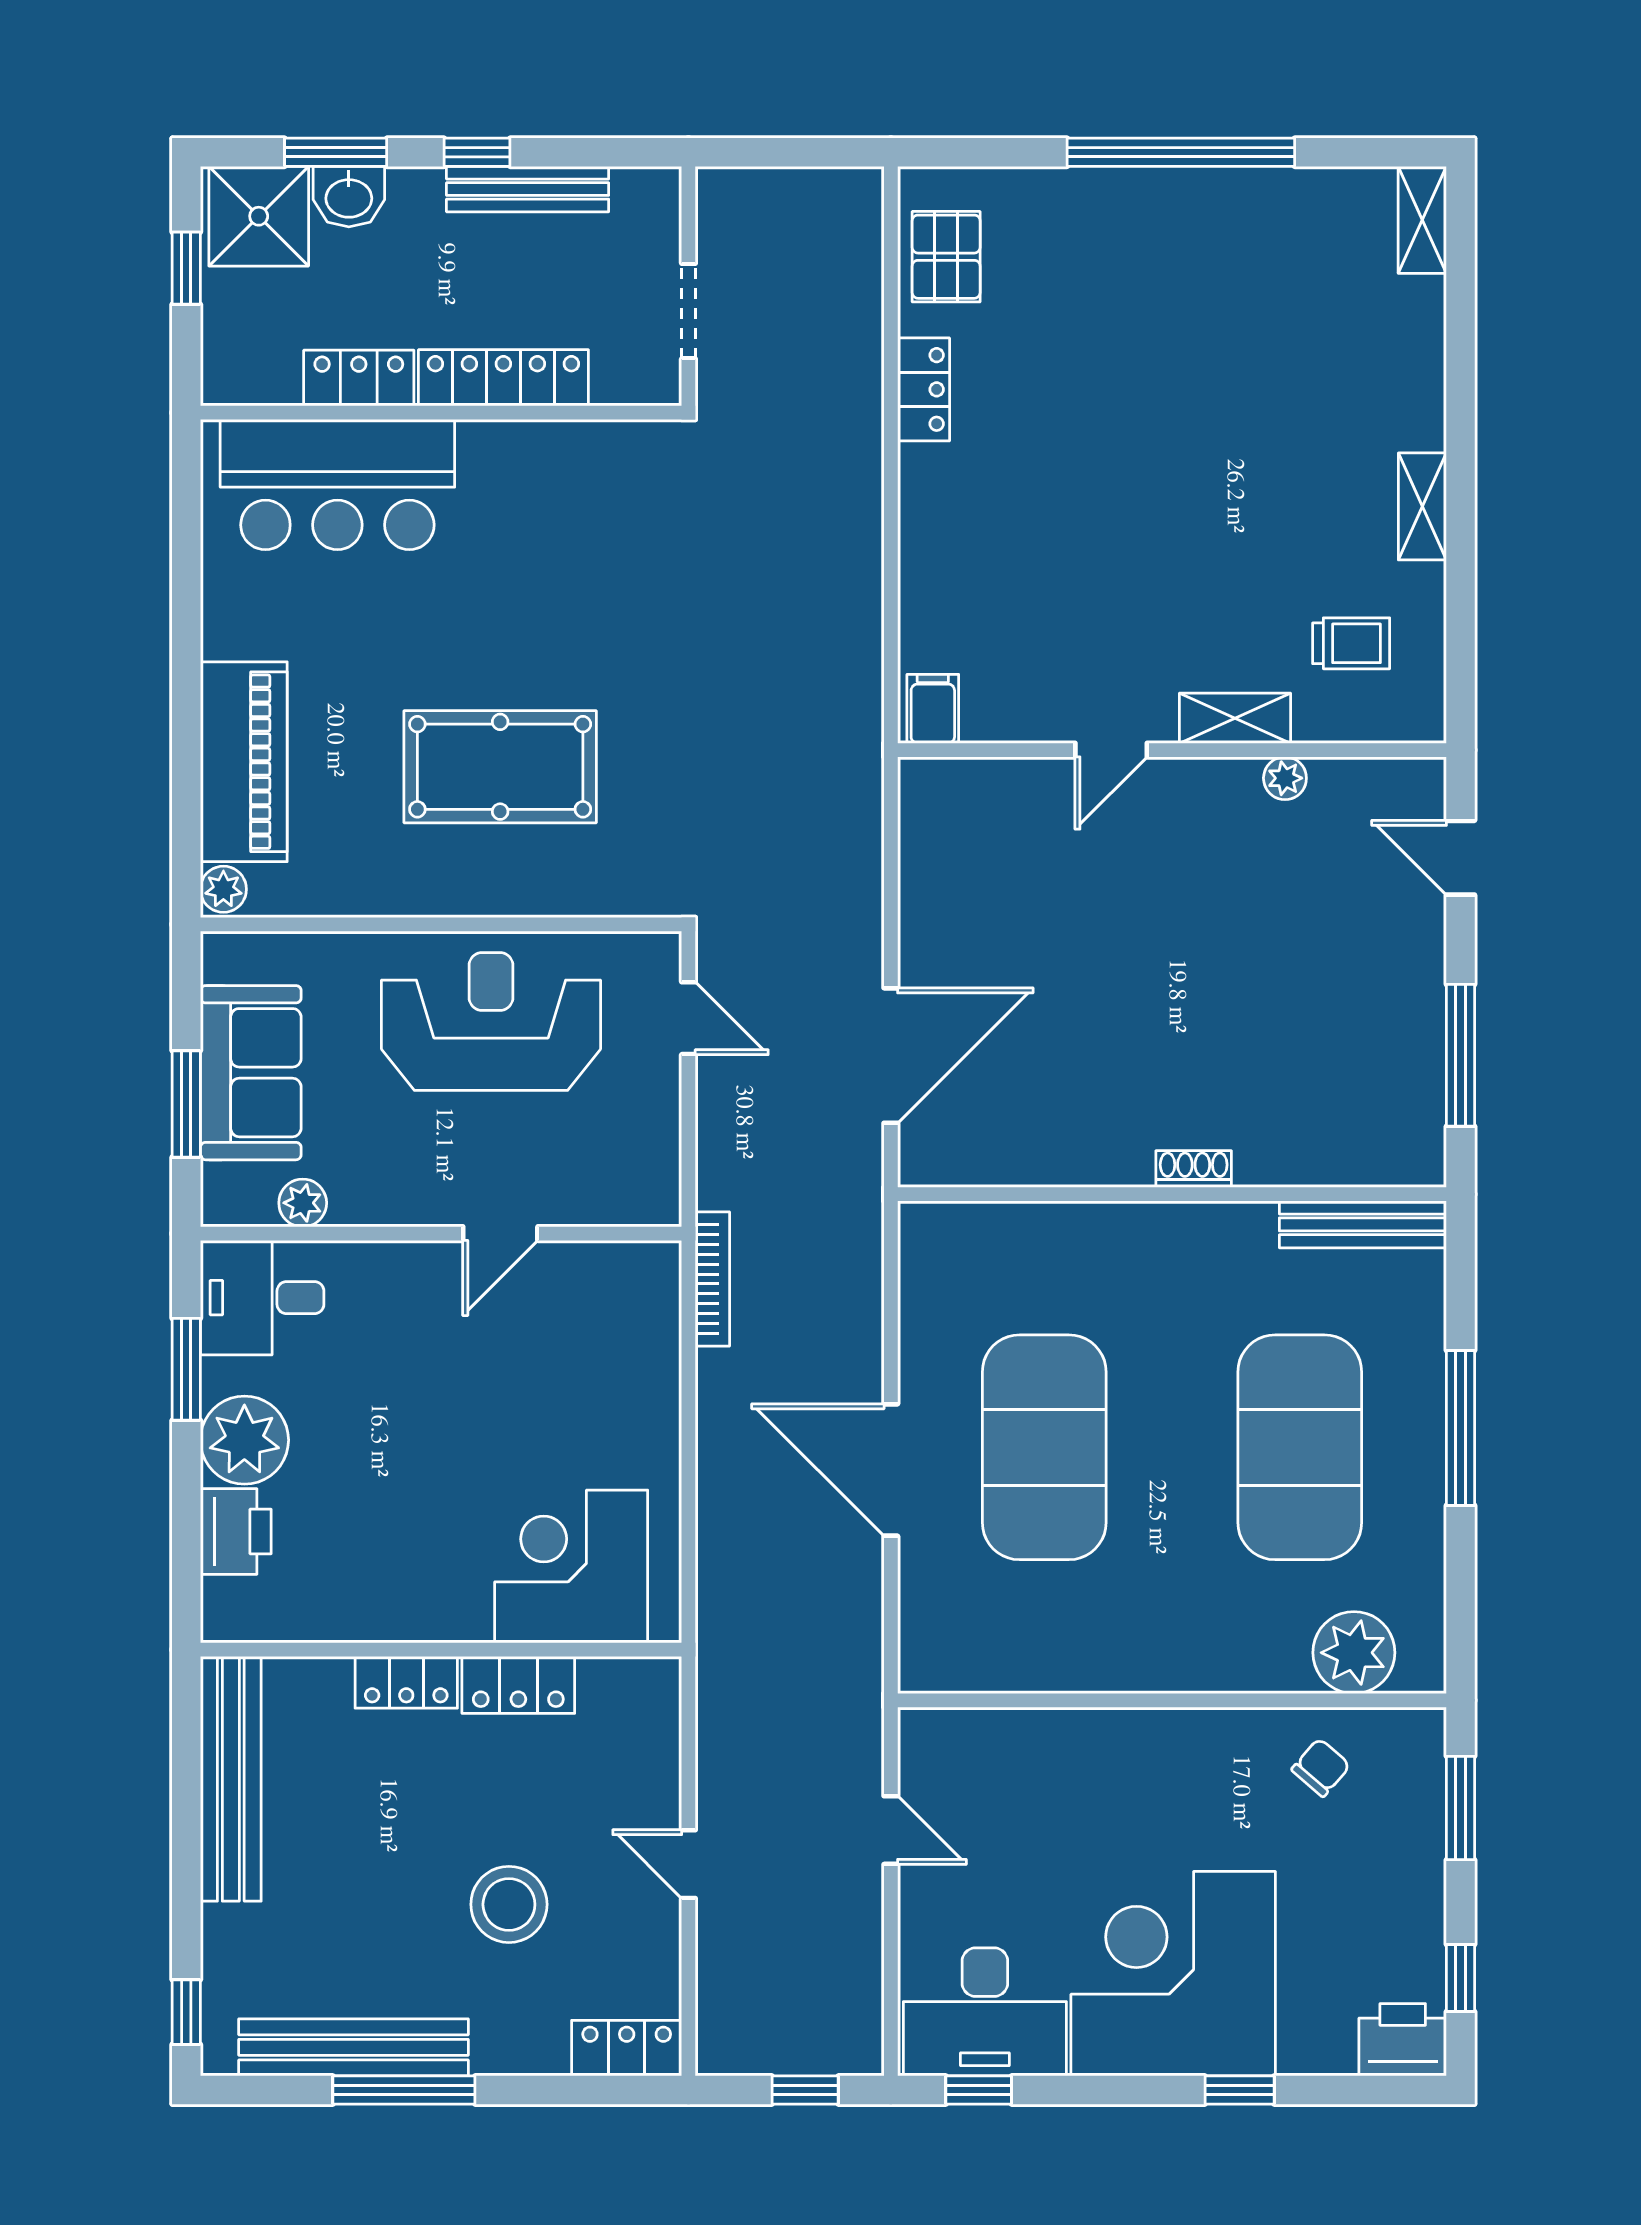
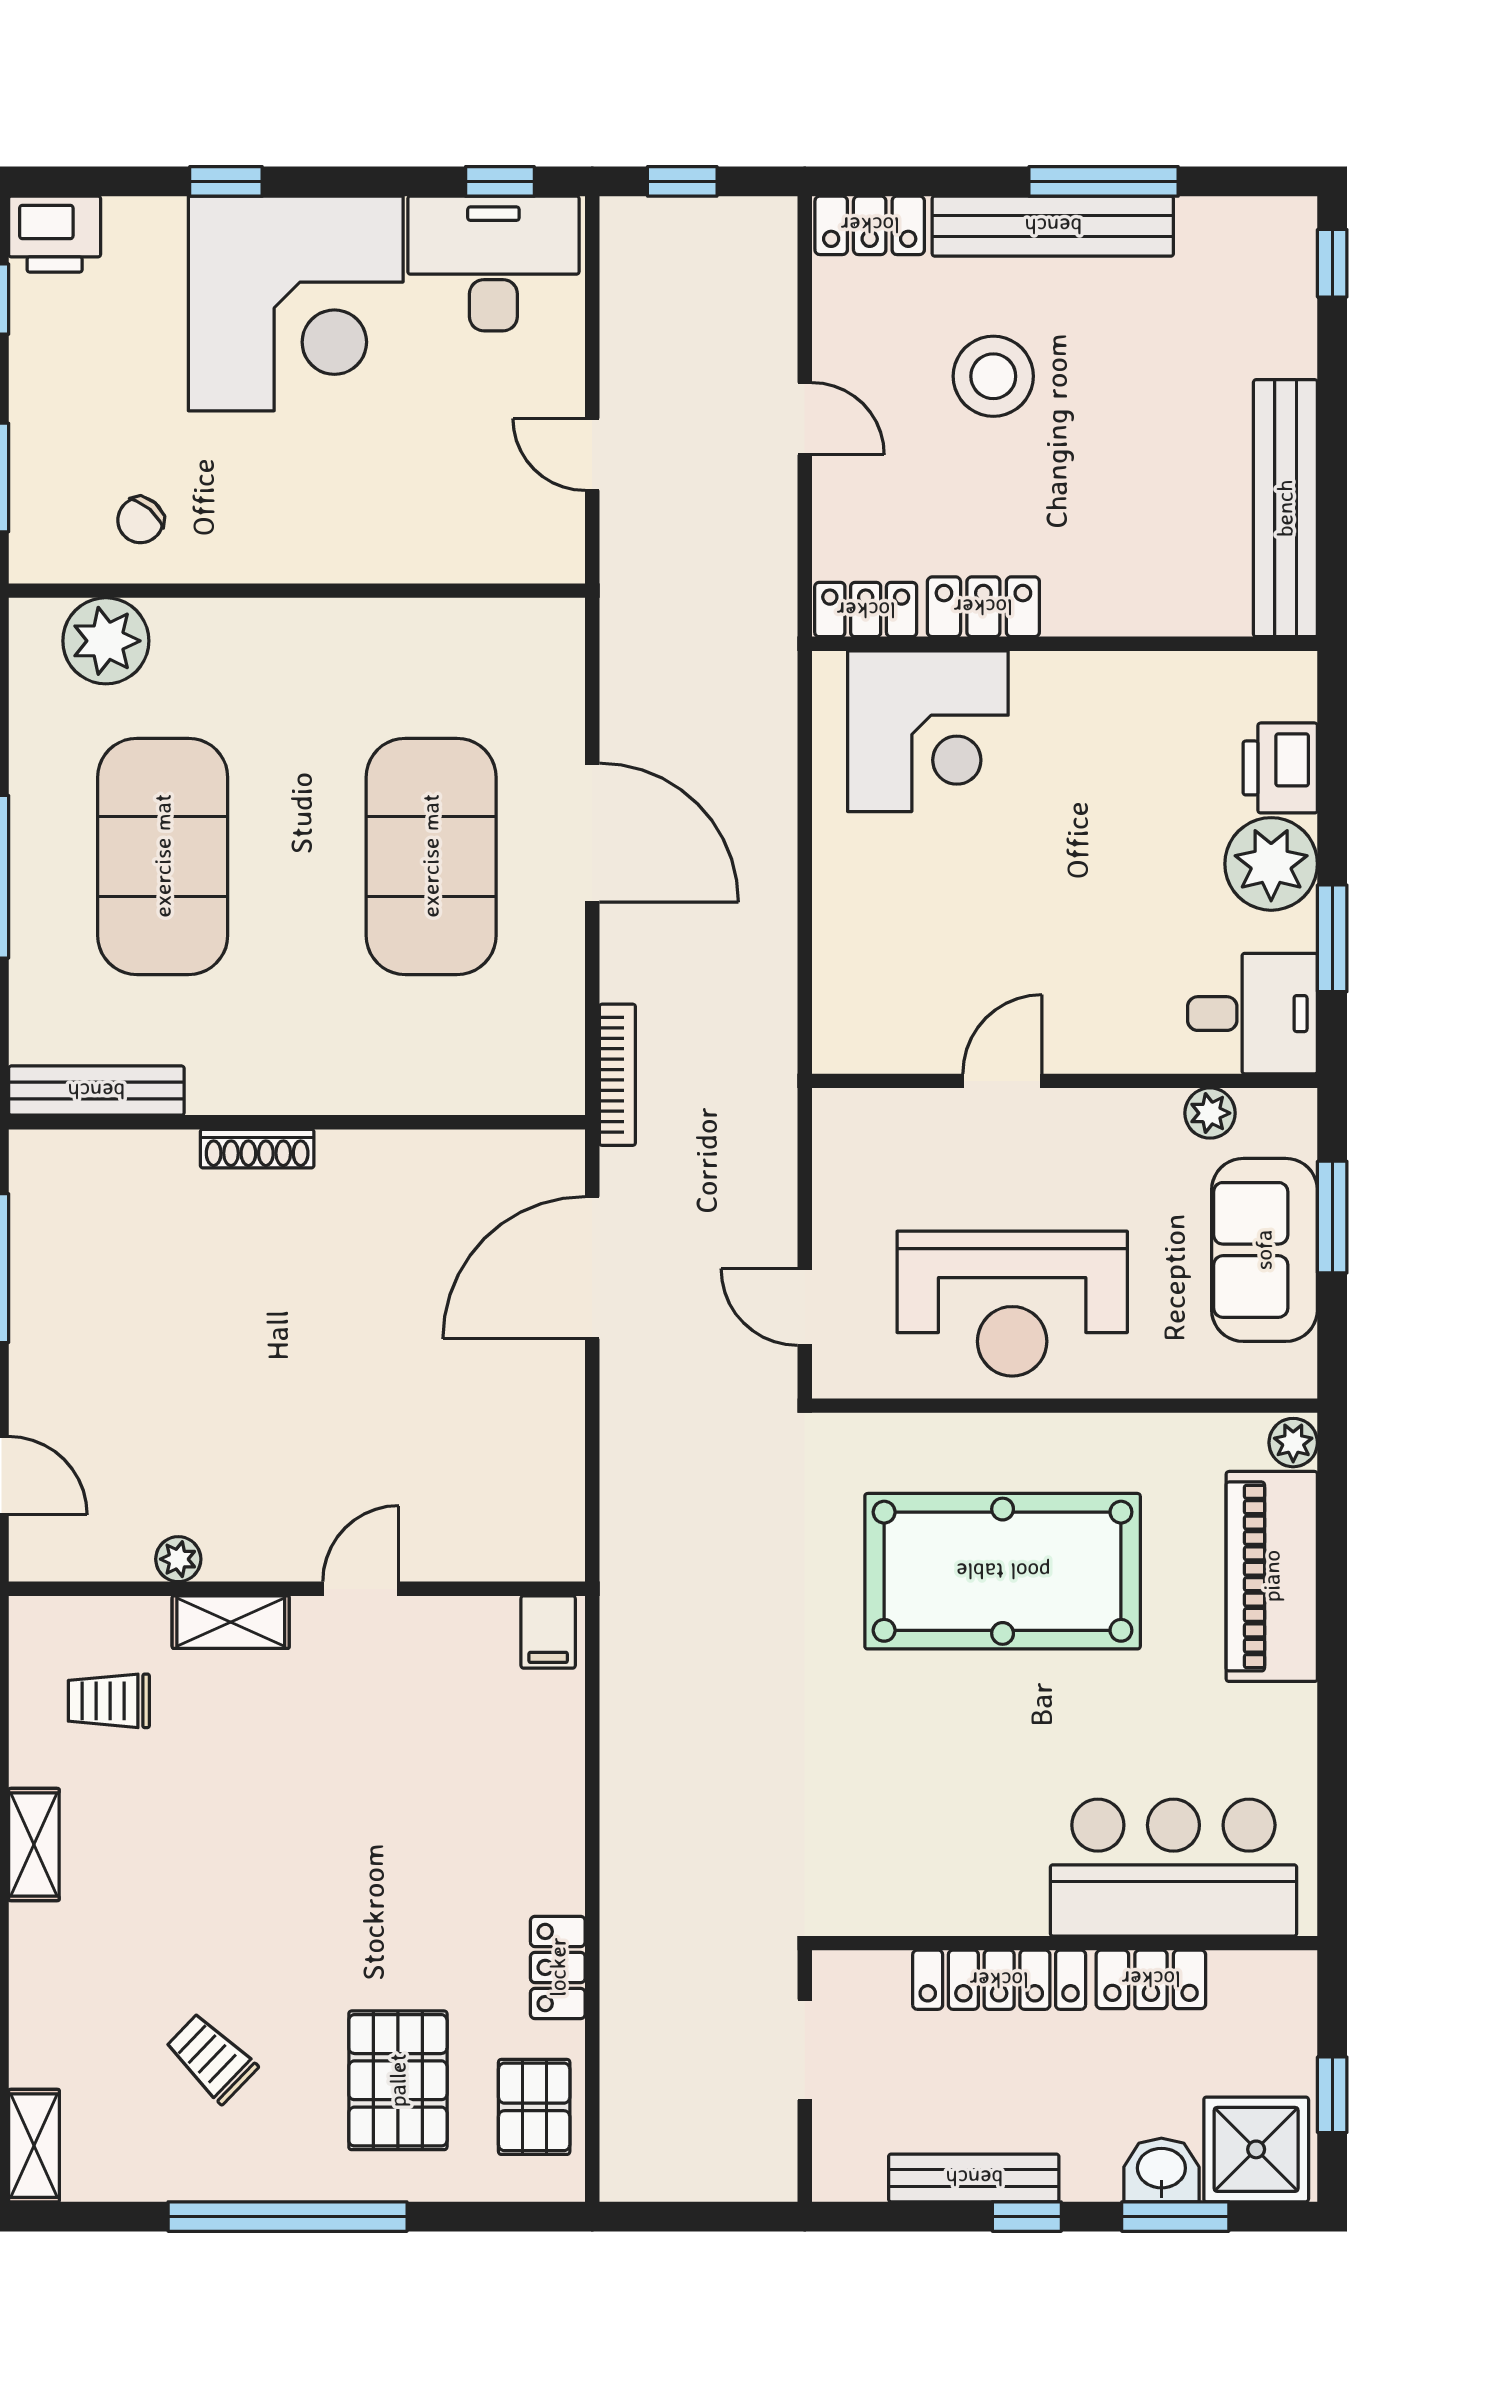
pallet: (1076, 282) -> (398, 2080), added
trolley: (1253, 303) -> (211, 2058), added
pool table: (500, 767) -> (1003, 1571), width x1.36, depth x1.32
shoe rack: (1194, 1169) -> (257, 1149), width x1.43
bookcase: (712, 1279) -> (617, 1075), moved, turned 180
locker: (406, 1682) -> (866, 610), moved
bench: (354, 2047) -> (1053, 226), moved

